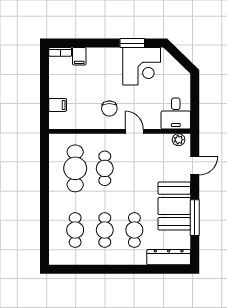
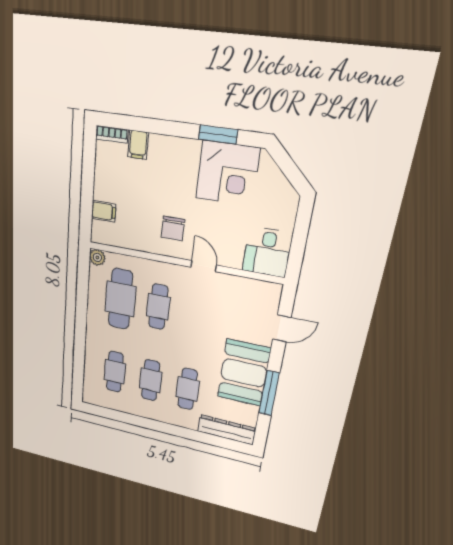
plant: (179, 140) -> (97, 257), moved

